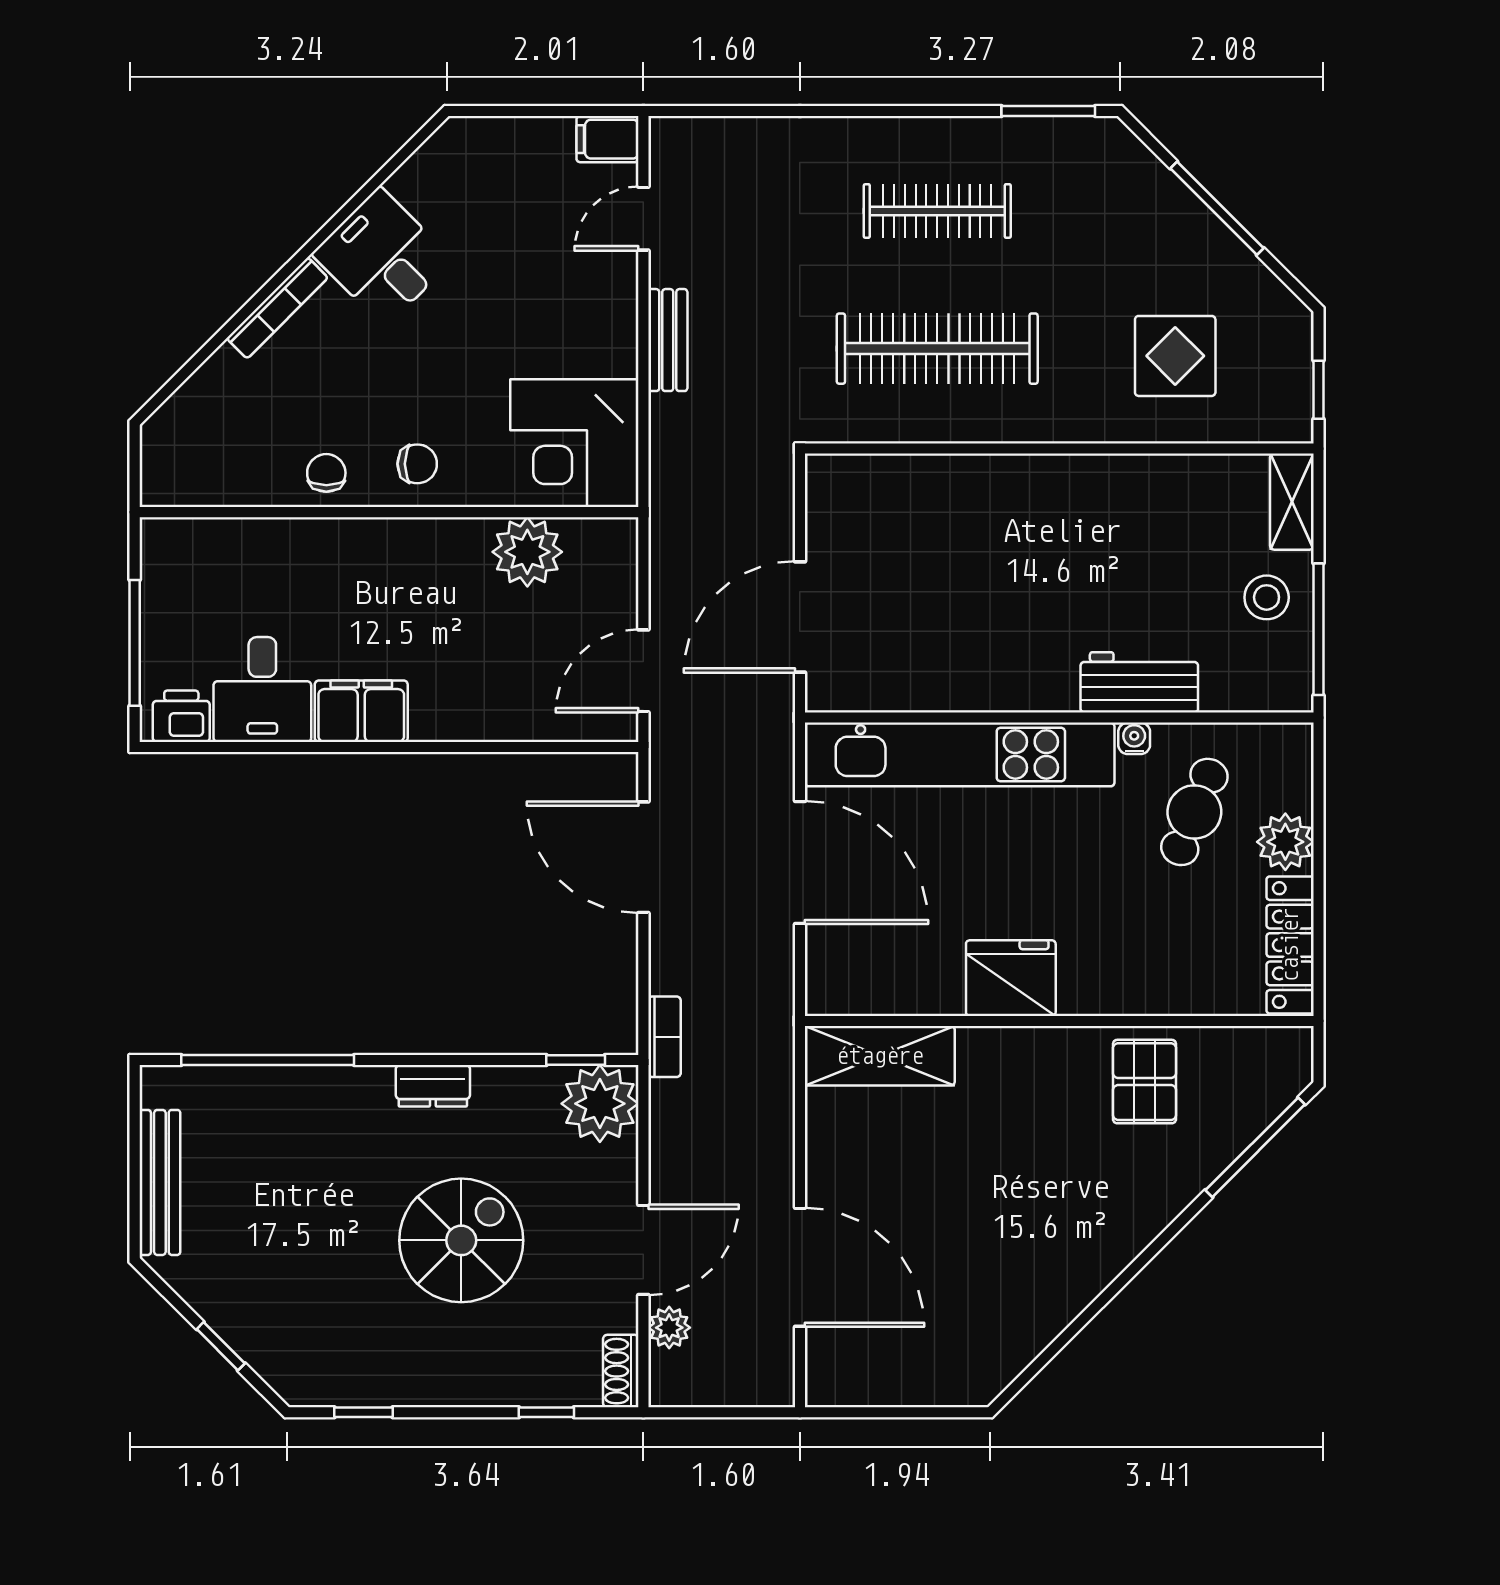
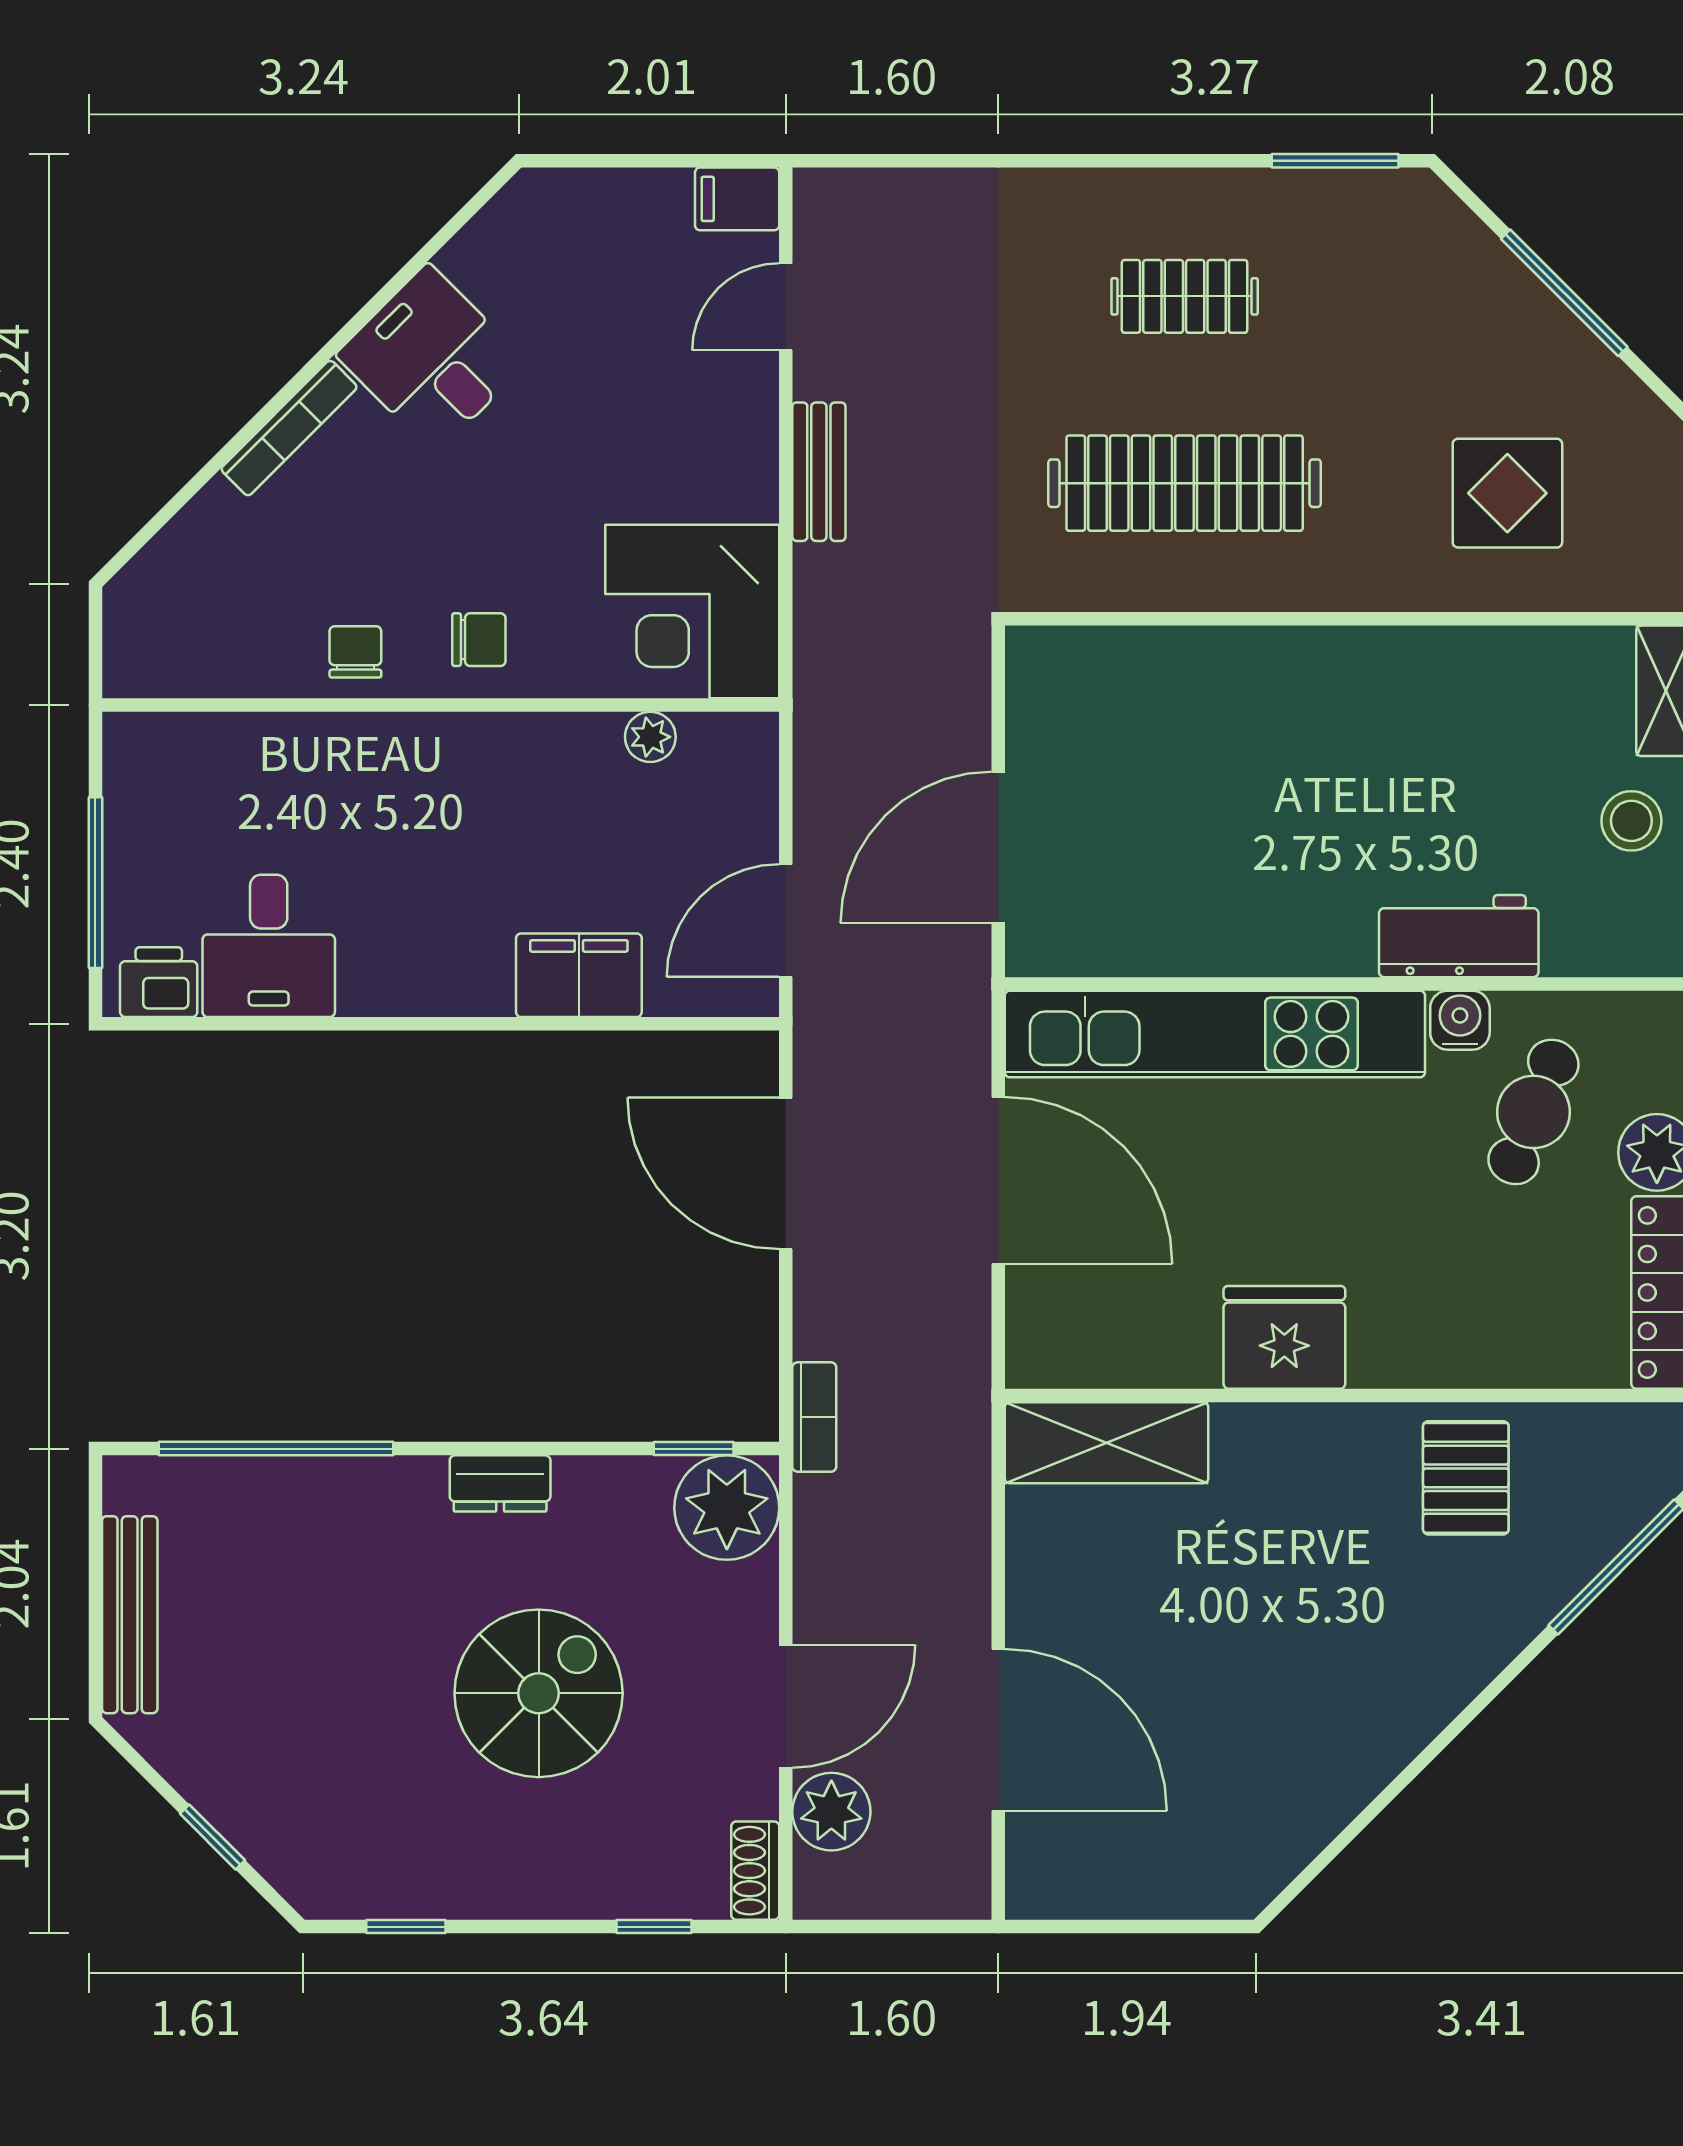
clothes rail: (937, 211) -> (1185, 296), width x0.73
plant: (527, 552) -> (650, 737), width x0.53, depth x0.53
filing cabinet: (361, 711) -> (579, 975), moved
water cooler: (1134, 738) -> (1460, 1020), width x1.38, depth x1.38
plant: (669, 1328) -> (831, 1812), width x1.38, depth x1.38

